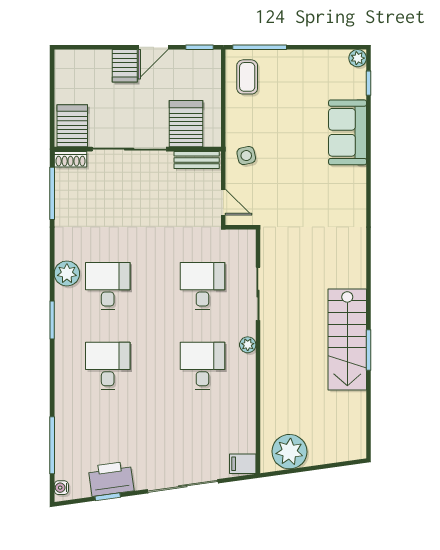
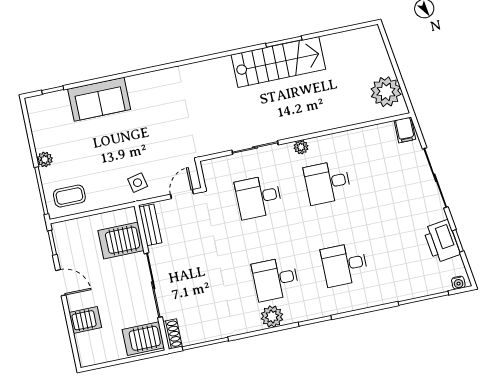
plant: (358, 58) -> (45, 159), moved
server rack: (125, 66) -> (85, 320), moved

